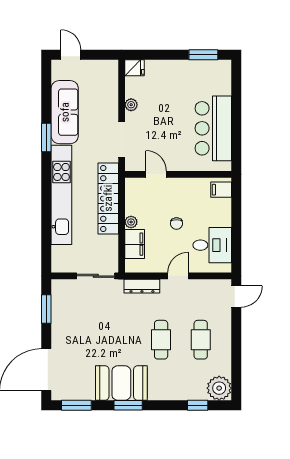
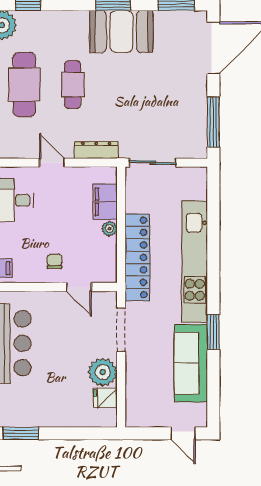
fridge: (134, 68) -> (105, 398), moved
plant: (131, 105) -> (103, 372), width x1.87, depth x1.87
chair: (176, 224) -> (55, 261), moved
door: (178, 276) -> (52, 163), swing flipped
window: (46, 309) -> (213, 122), width x1.44
cafe table: (201, 340) -> (24, 84), width x1.37, depth x1.35

